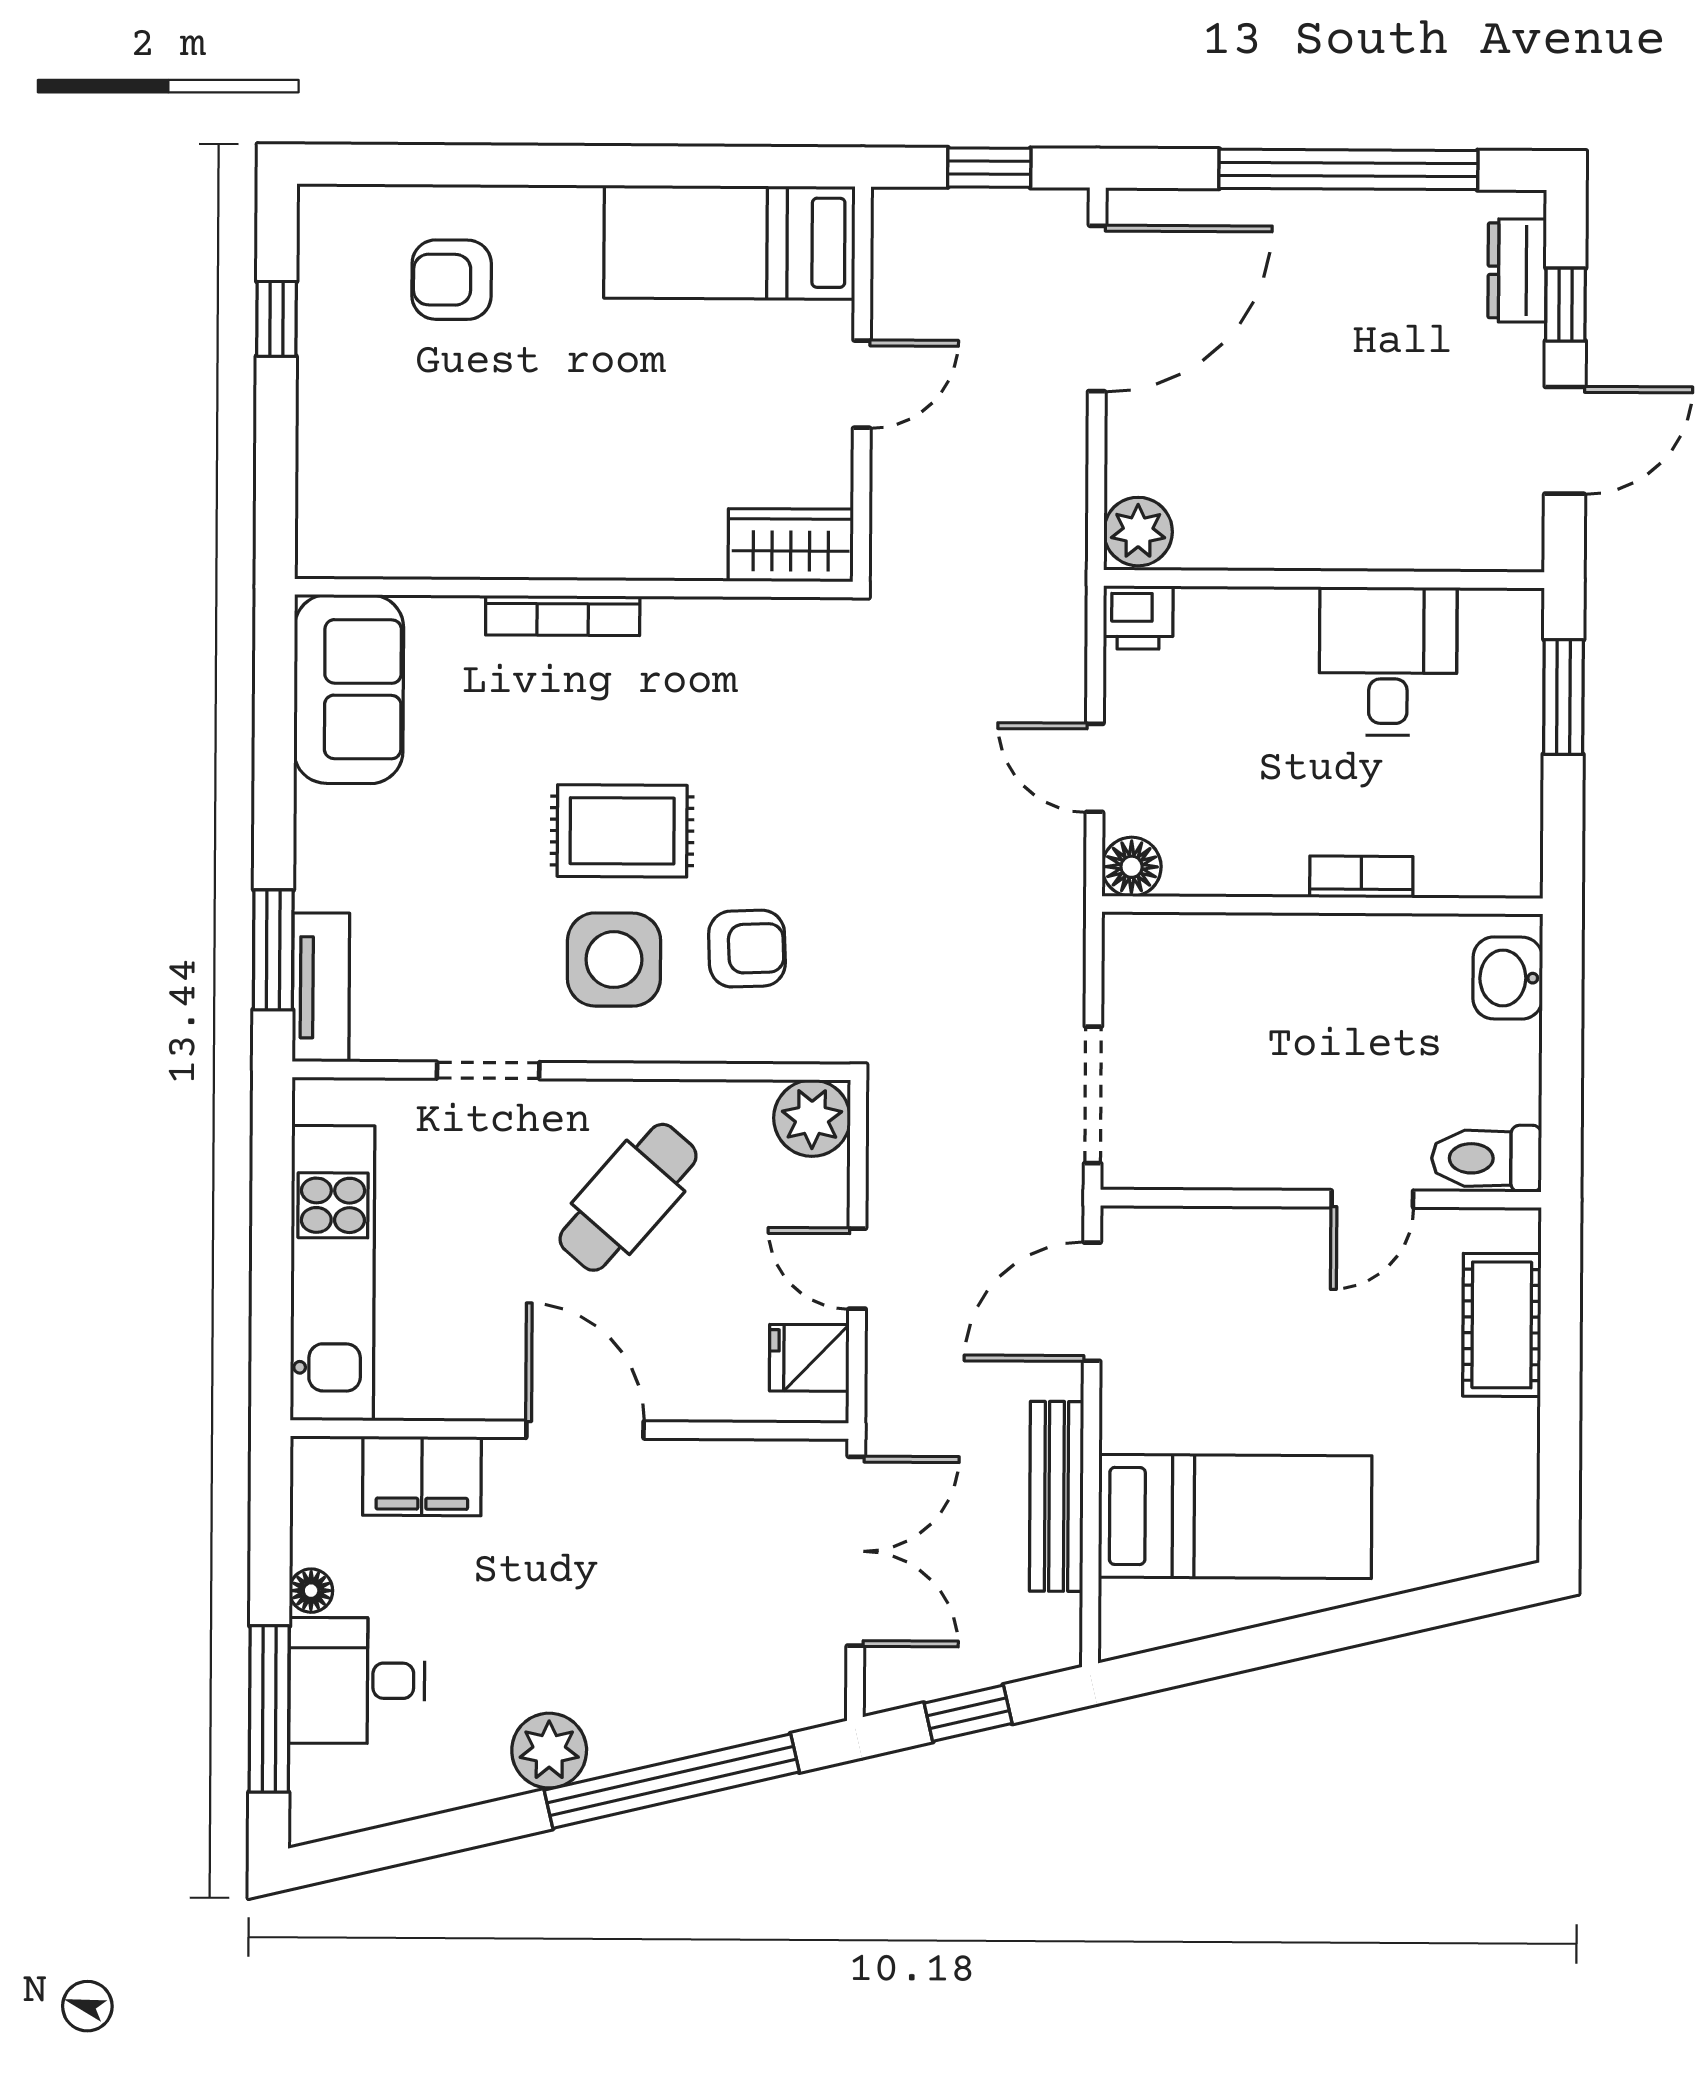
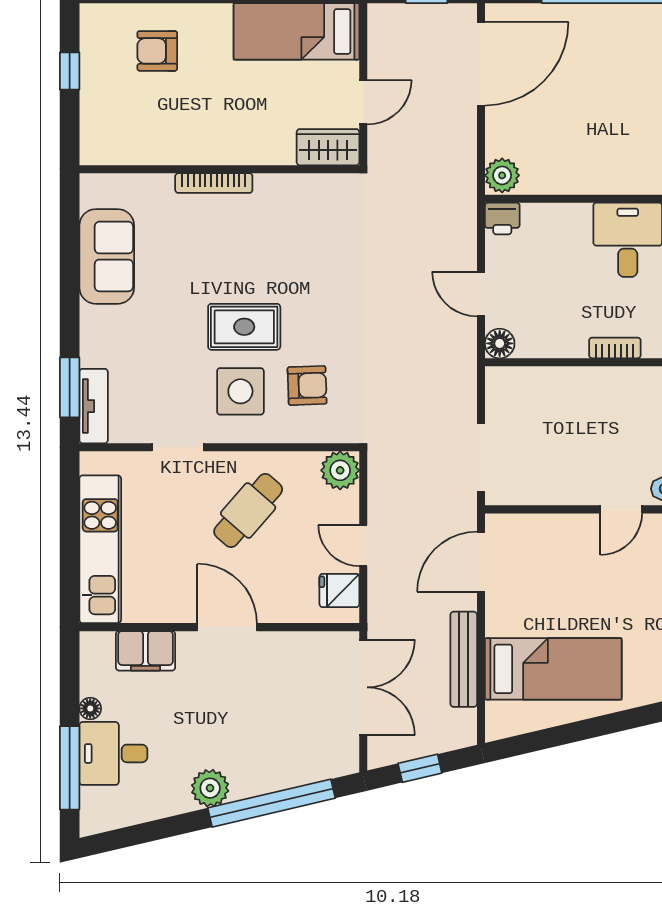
wardrobe: (791, 545) -> (328, 147), moved
wall: (574, 588) -> (219, 169), moved
bookcase: (563, 616) -> (214, 183), moved

